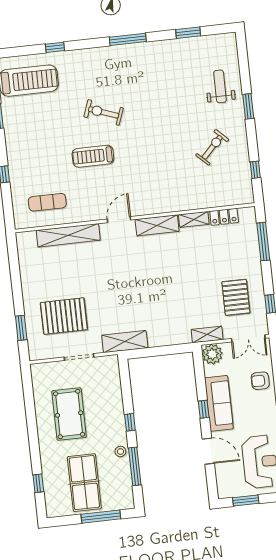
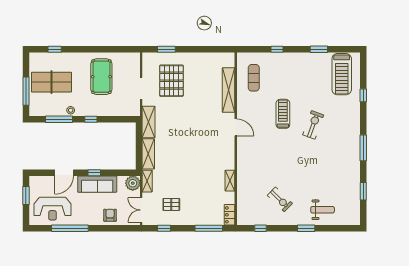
locker: (224, 217) -> (229, 215), moved
shelving: (157, 225) -> (148, 154), moved
pallet: (236, 297) -> (171, 204), width x0.67, depth x0.71
pool table: (69, 414) -> (101, 77), turned 90

